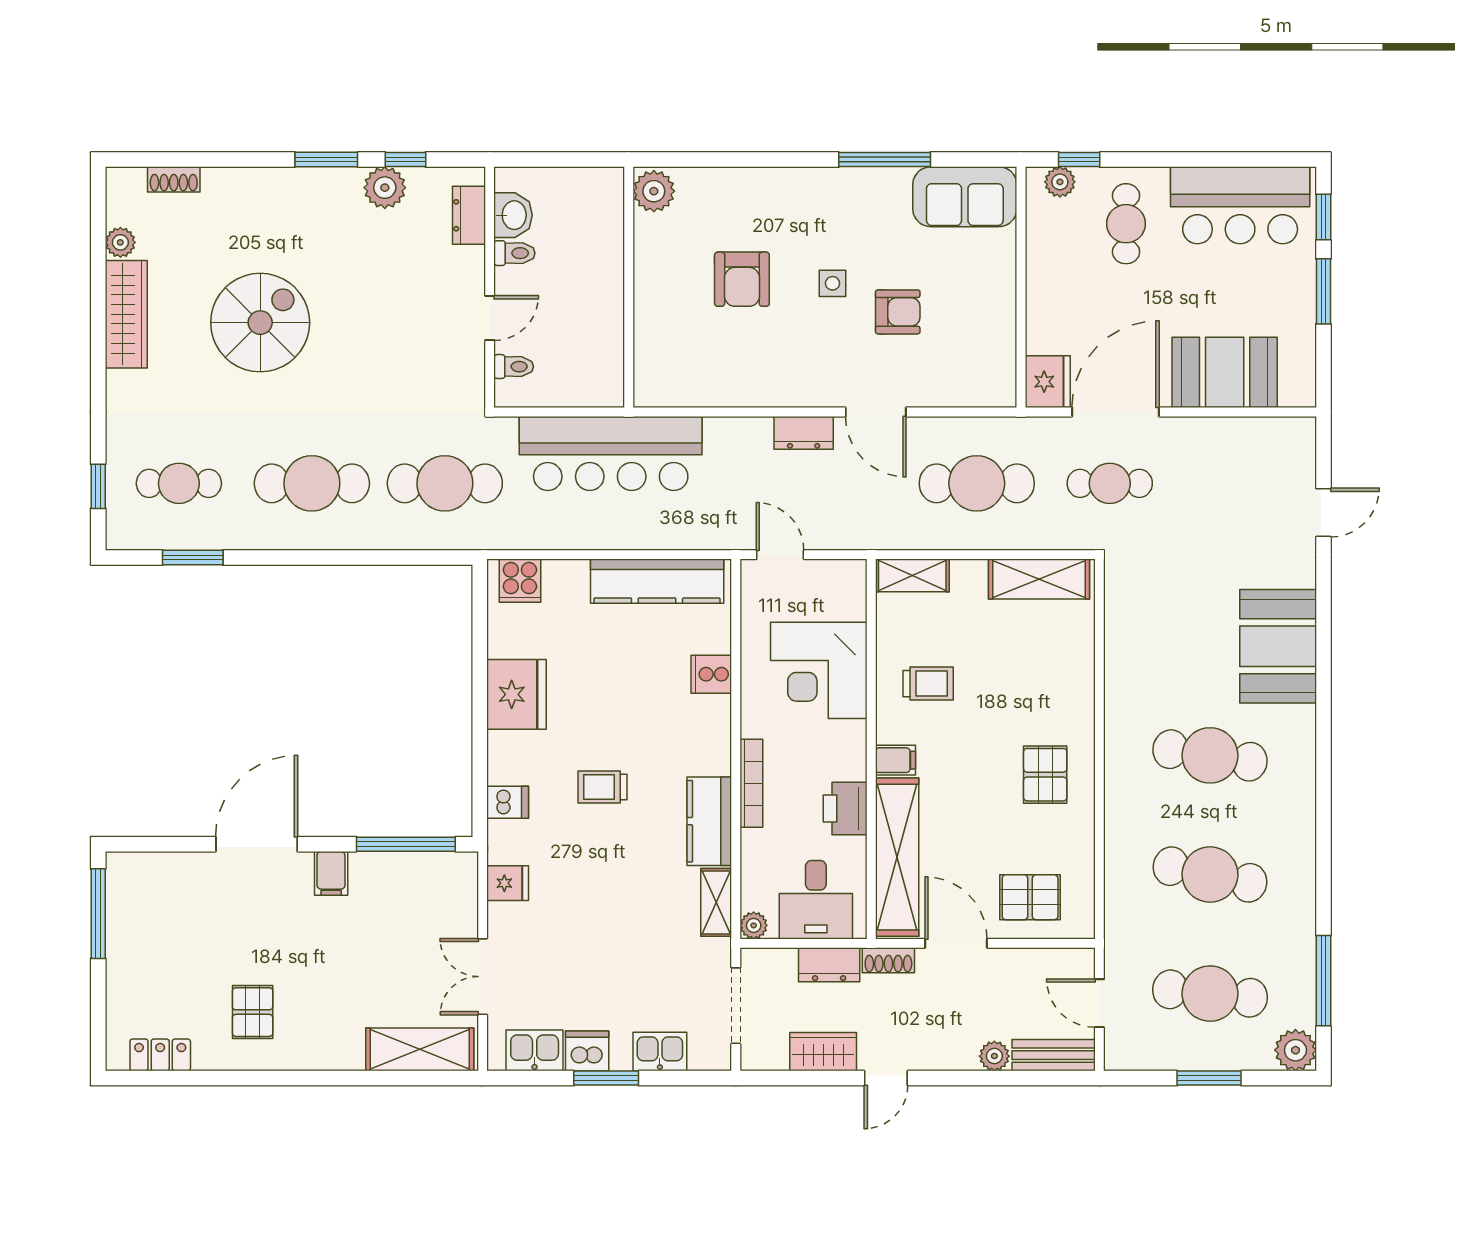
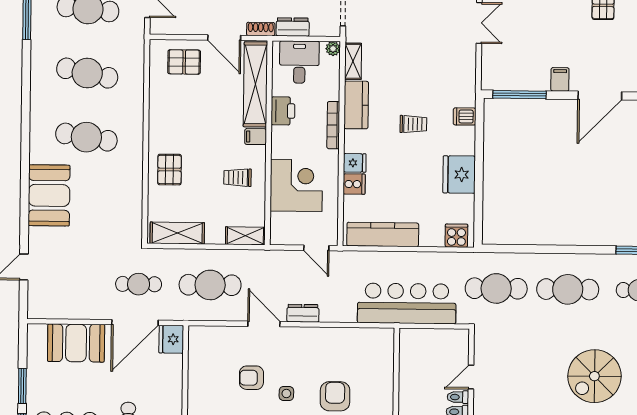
toilet: (514, 367) -> (458, 397), moved
pallet: (1045, 775) -> (170, 170), moved
fridge: (508, 883) -> (355, 163), moved, turned 180

